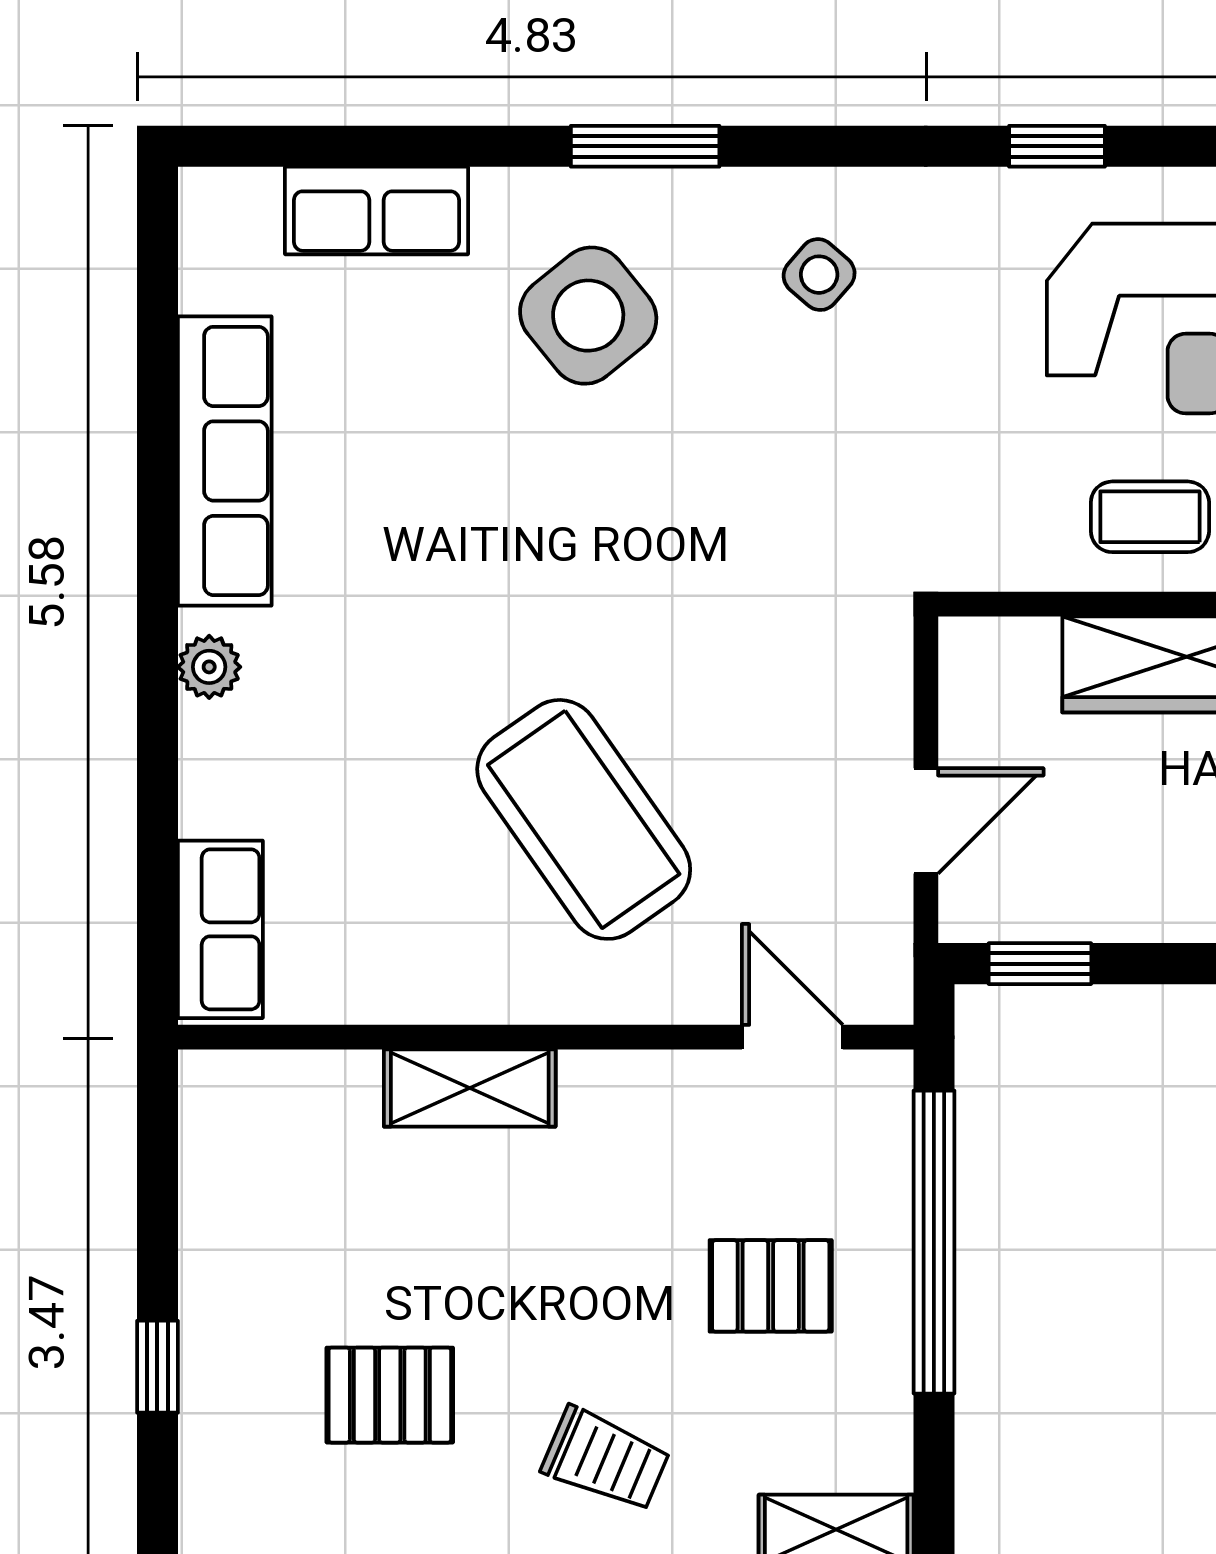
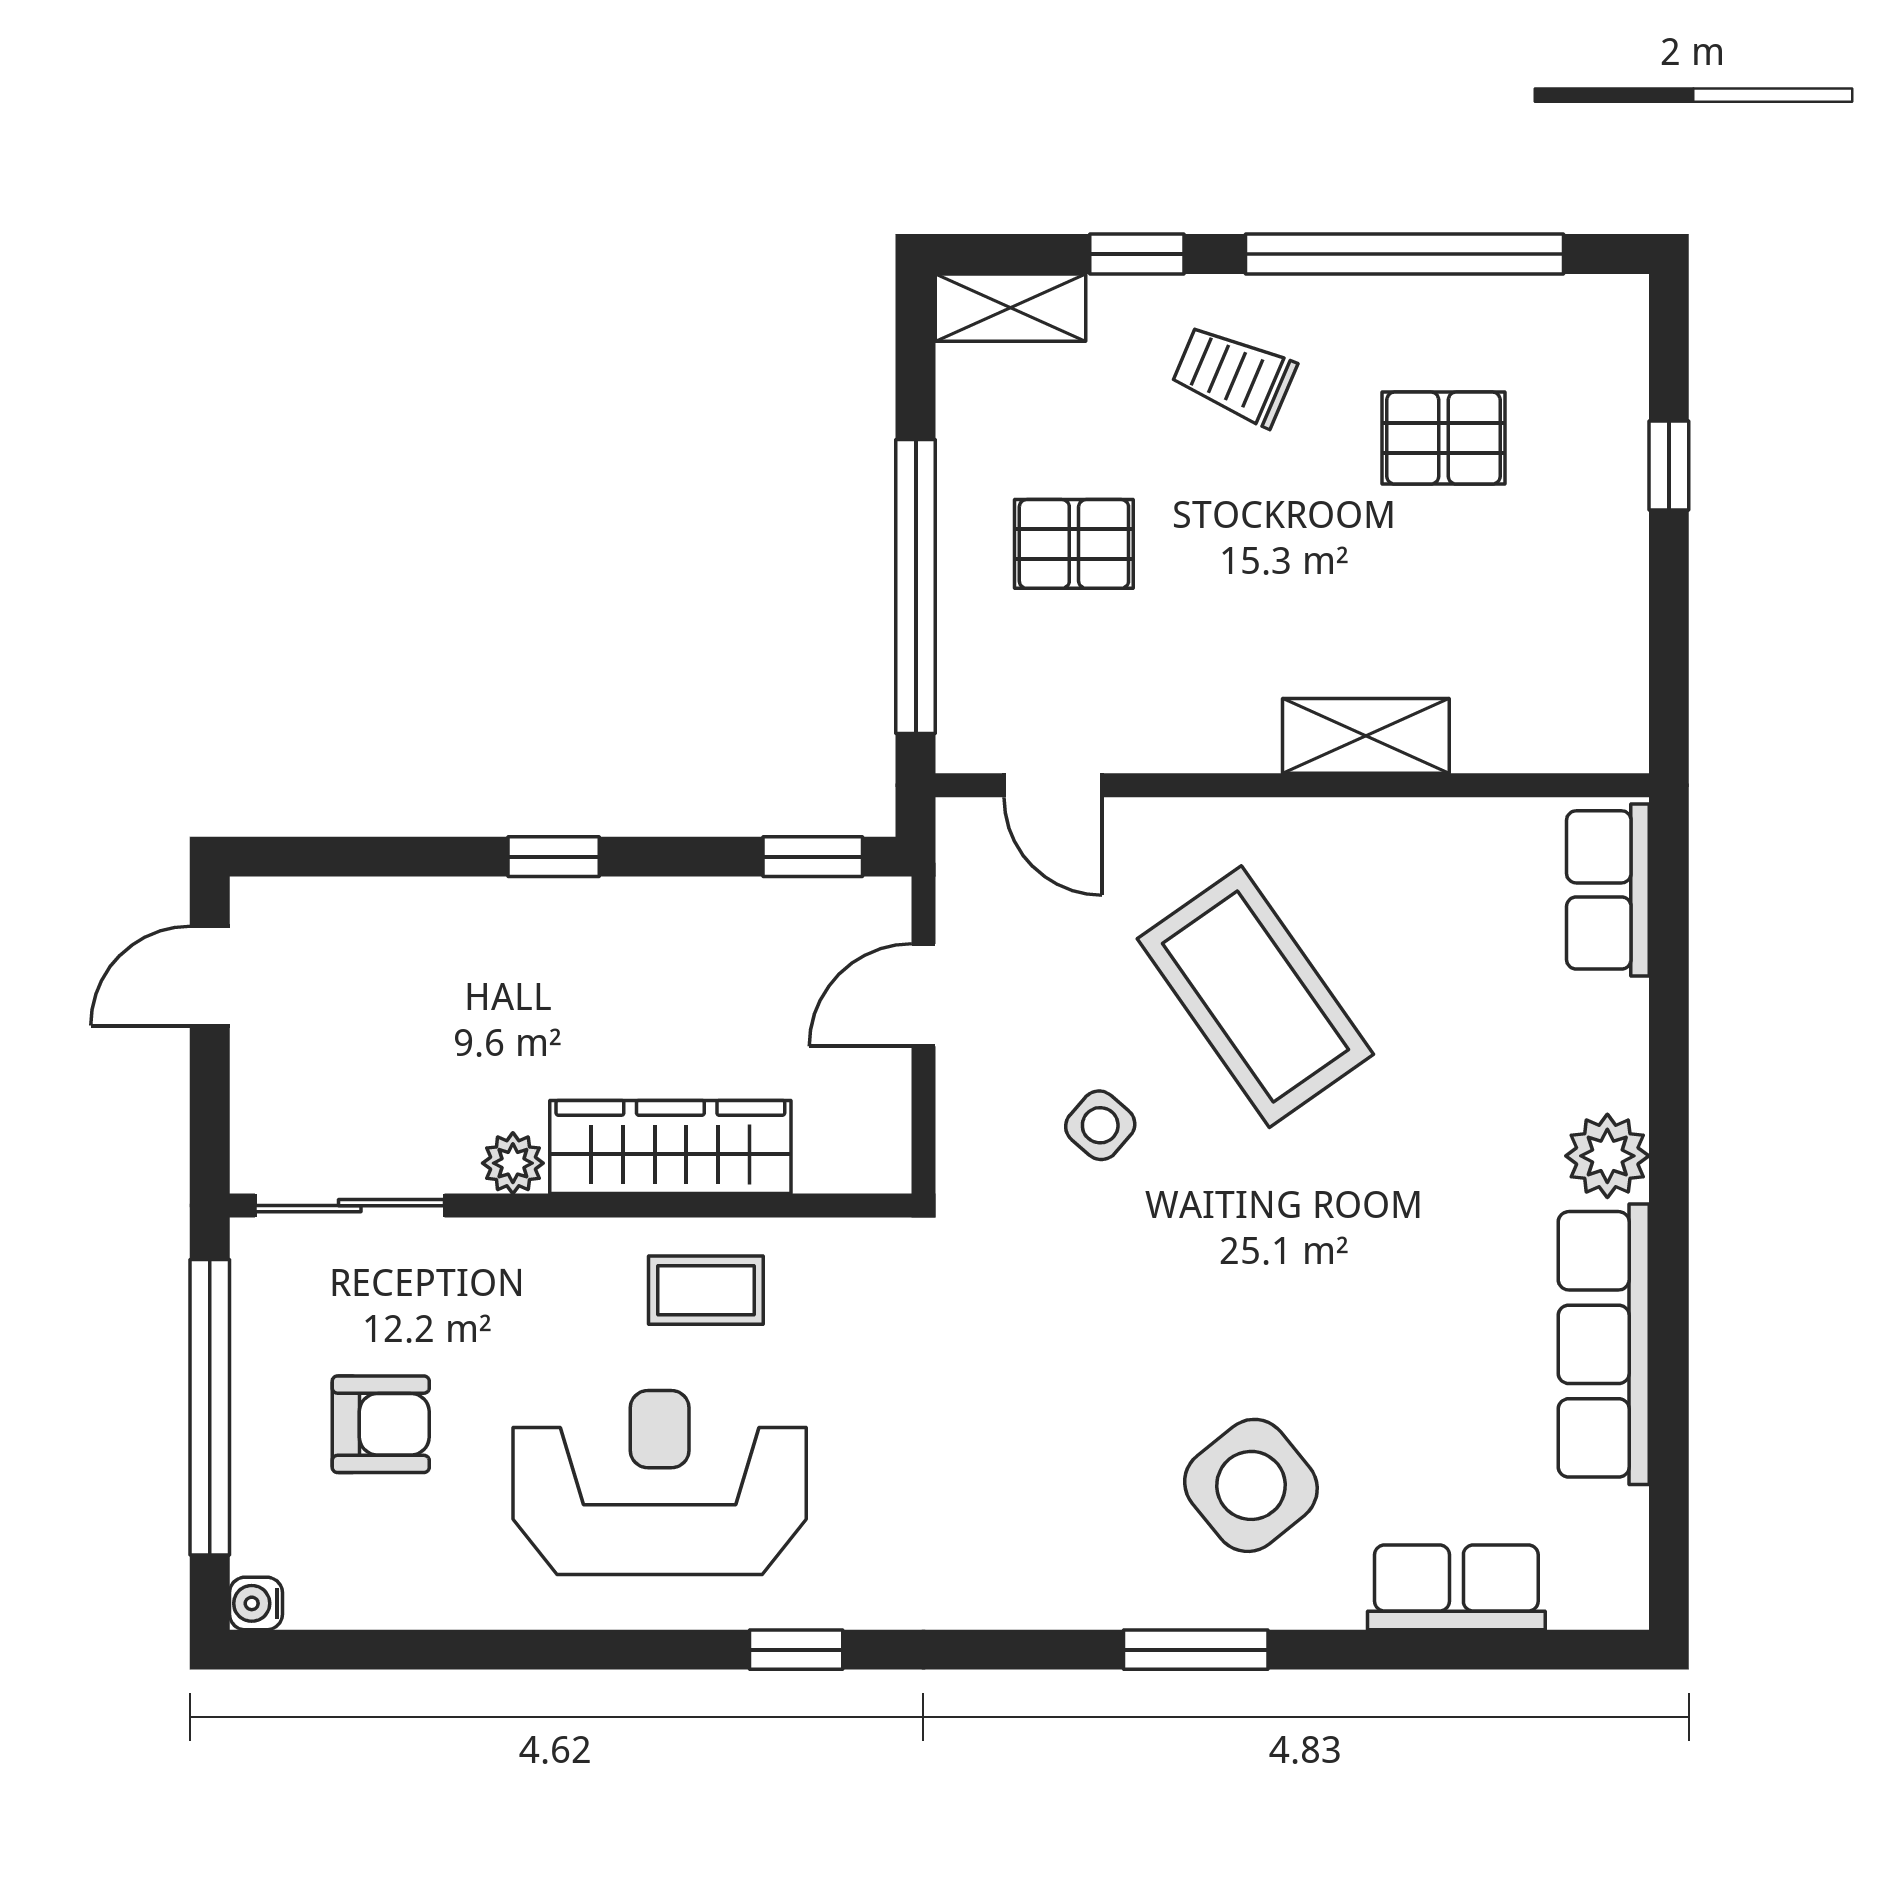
side table: (819, 275) -> (1100, 1125), moved
plant: (209, 667) -> (1607, 1156), width x1.38, depth x1.38

